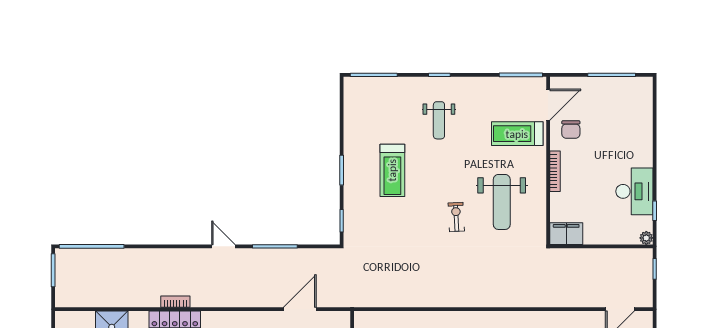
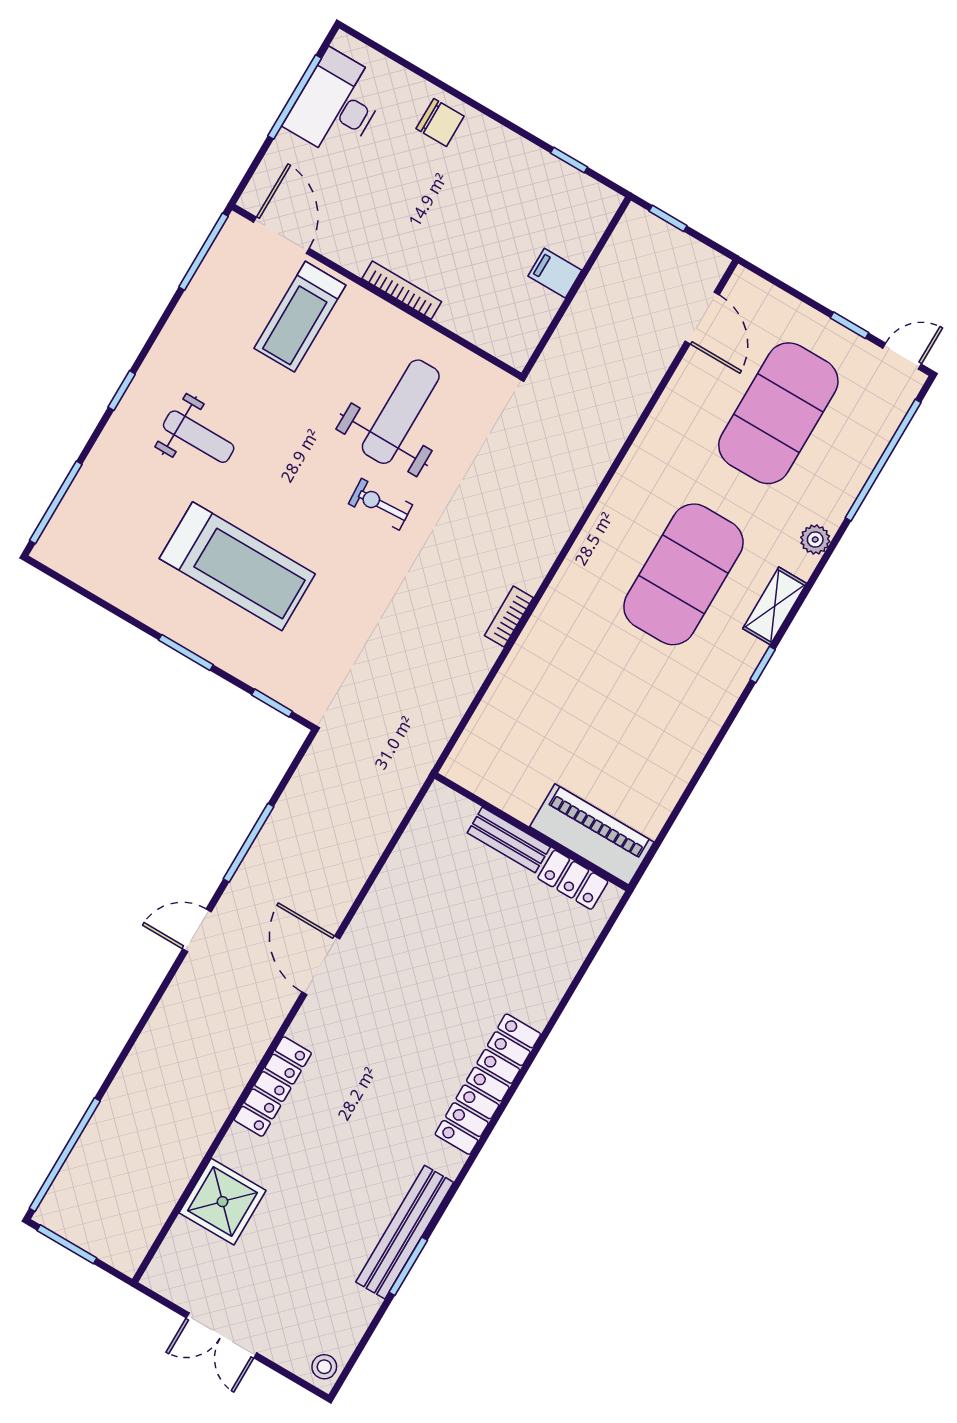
chair: (571, 130) -> (440, 122), moved
treadmill: (392, 170) -> (237, 566), width x1.37, depth x1.38
desk: (634, 191) -> (337, 105), moved, turned -90
weight bench: (502, 202) -> (401, 412), turned -90
filing cabinet: (566, 234) -> (555, 273), moved, width x0.50
plant: (646, 238) -> (607, 202), removed
bookcase: (175, 302) -> (509, 617), moved
door: (300, 309) -> (321, 965), moved

